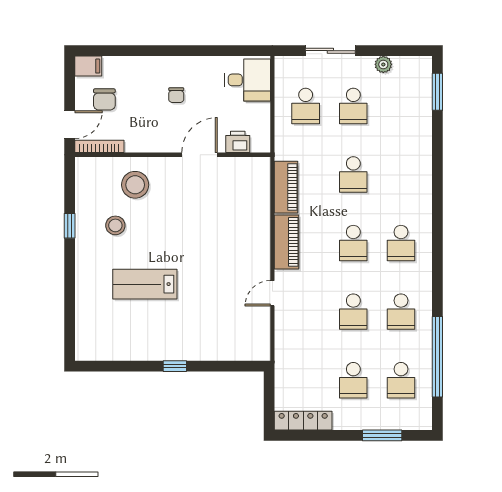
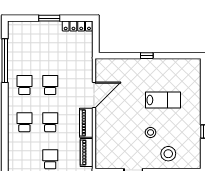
stool: (115, 225) -> (151, 132), moved
door: (272, 293) -> (94, 95), width x1.88
school desk: (353, 380) -> (50, 48), removed
school desk: (401, 380) -> (24, 48), removed
window: (382, 435) -> (49, 18), moved

